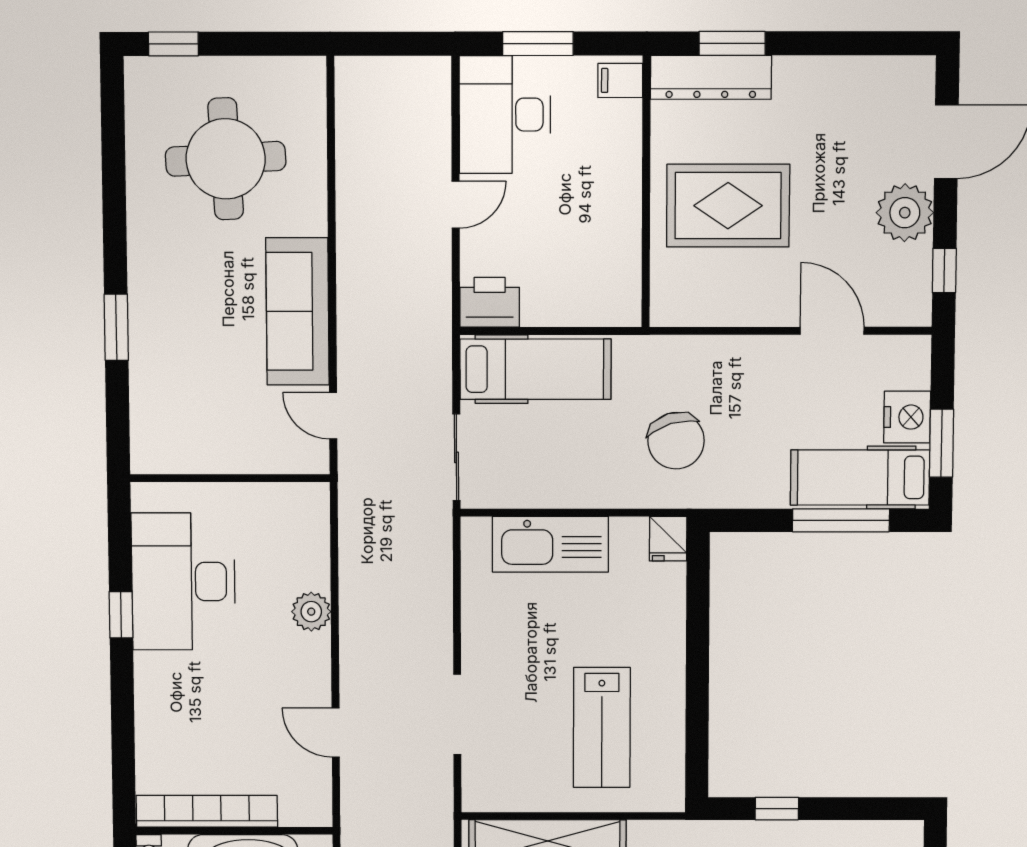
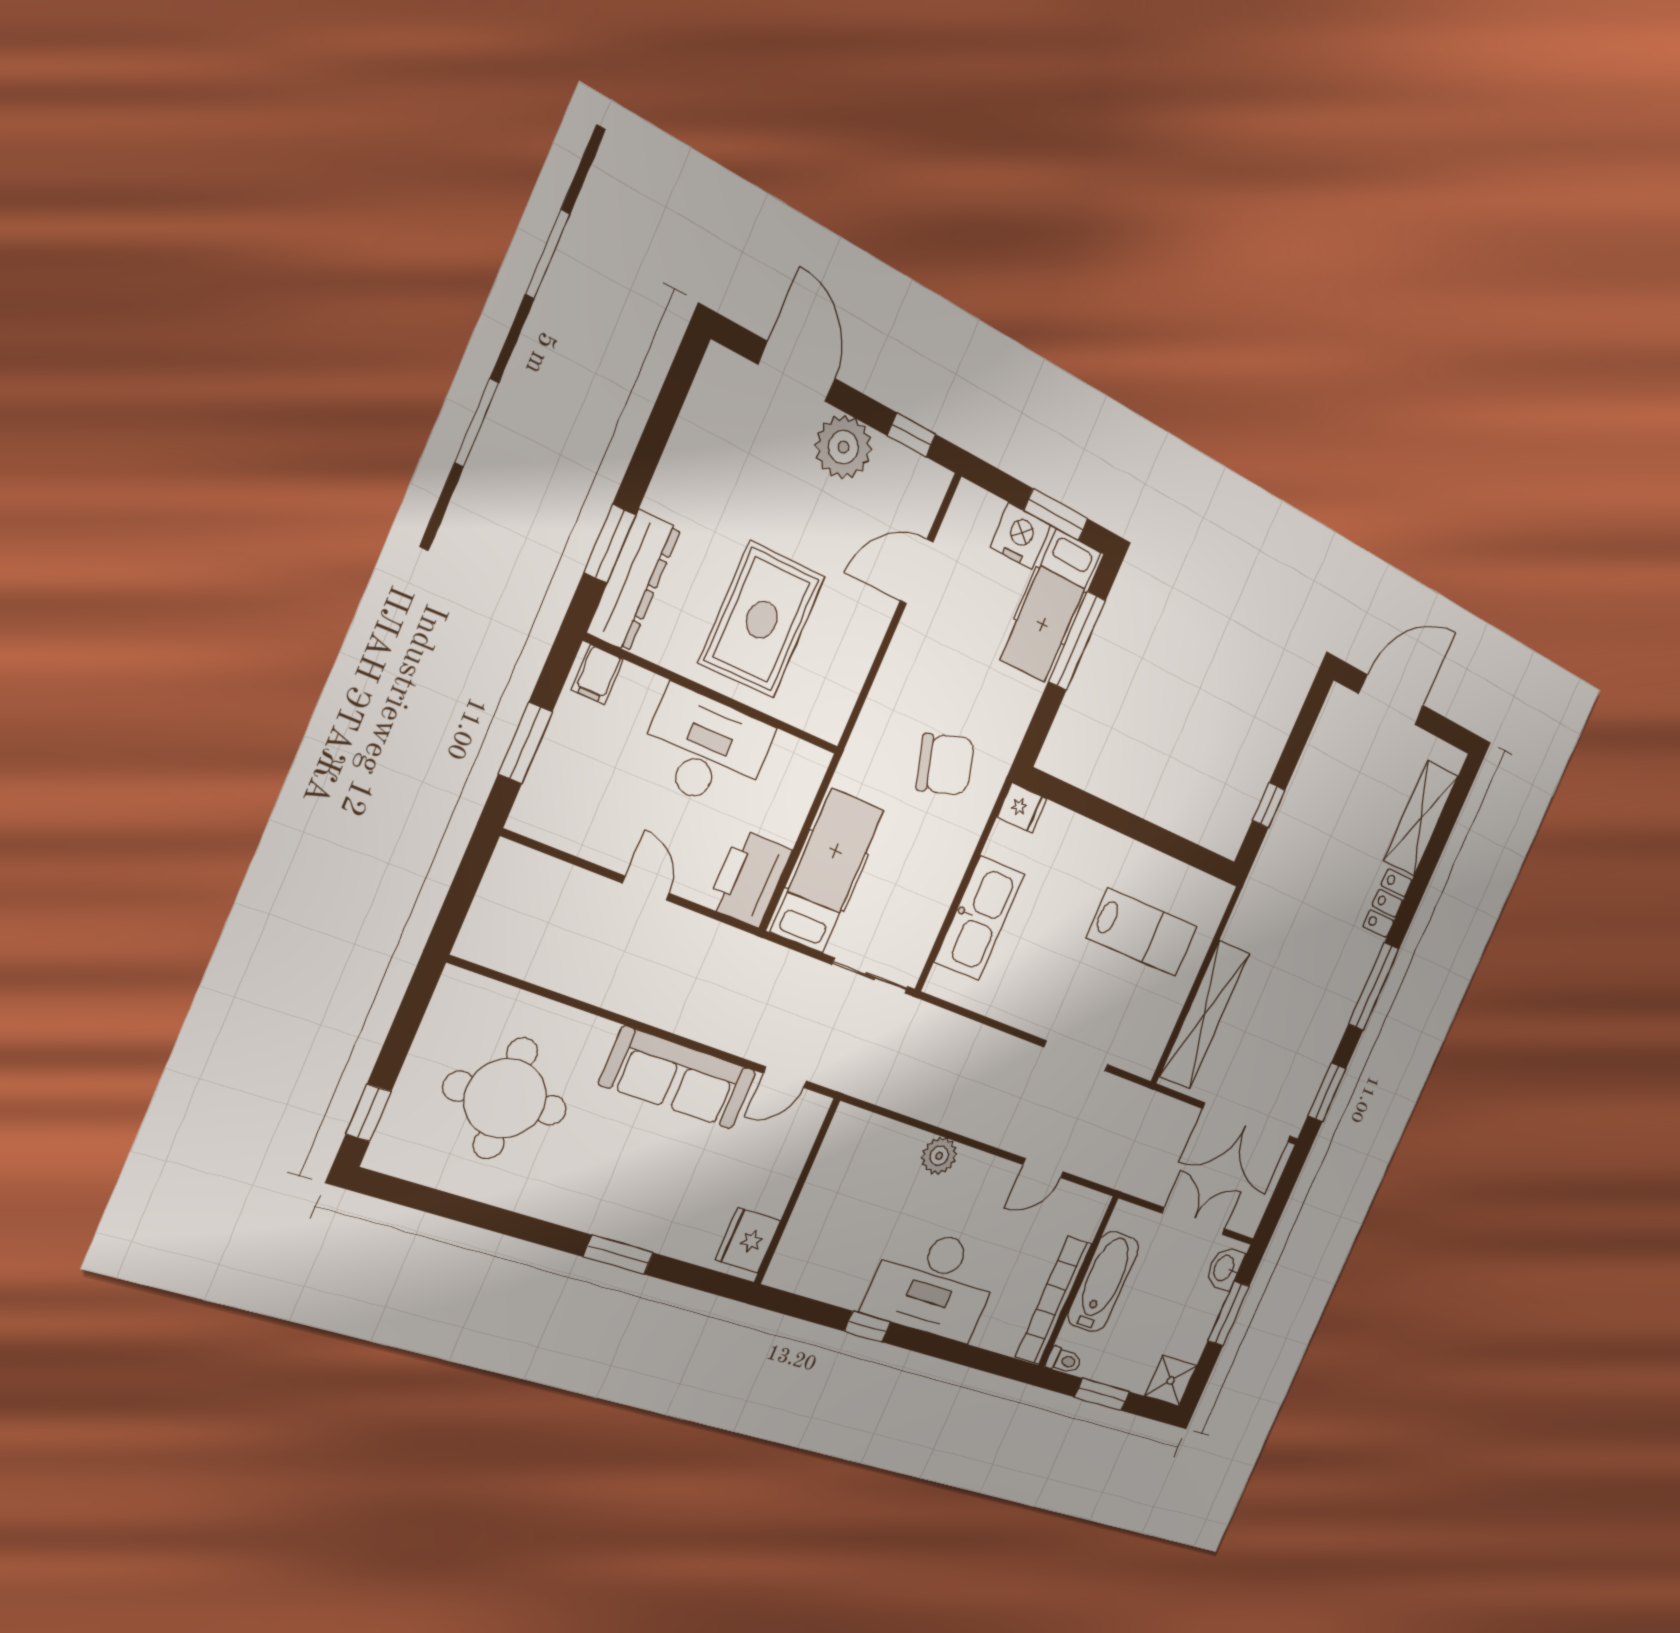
desk: (505, 115) -> (706, 749), moved, turned 180
printer: (490, 302) -> (749, 878), width x1.37, depth x1.19
fridge: (168, 450) -> (748, 1240), added
desk: (183, 581) -> (934, 1284), moved

